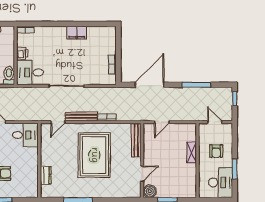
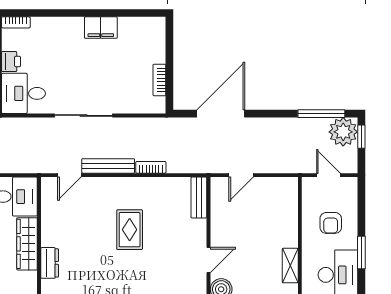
window: (196, 85) -> (321, 114), moved
plant: (224, 96) -> (343, 132), added
bench: (136, 140) -> (199, 198), width x0.73
shelving: (192, 152) -> (290, 266), moved
rug: (94, 155) -> (130, 230), width x0.54, depth x0.49
wardrobe: (32, 164) -> (27, 244), added

